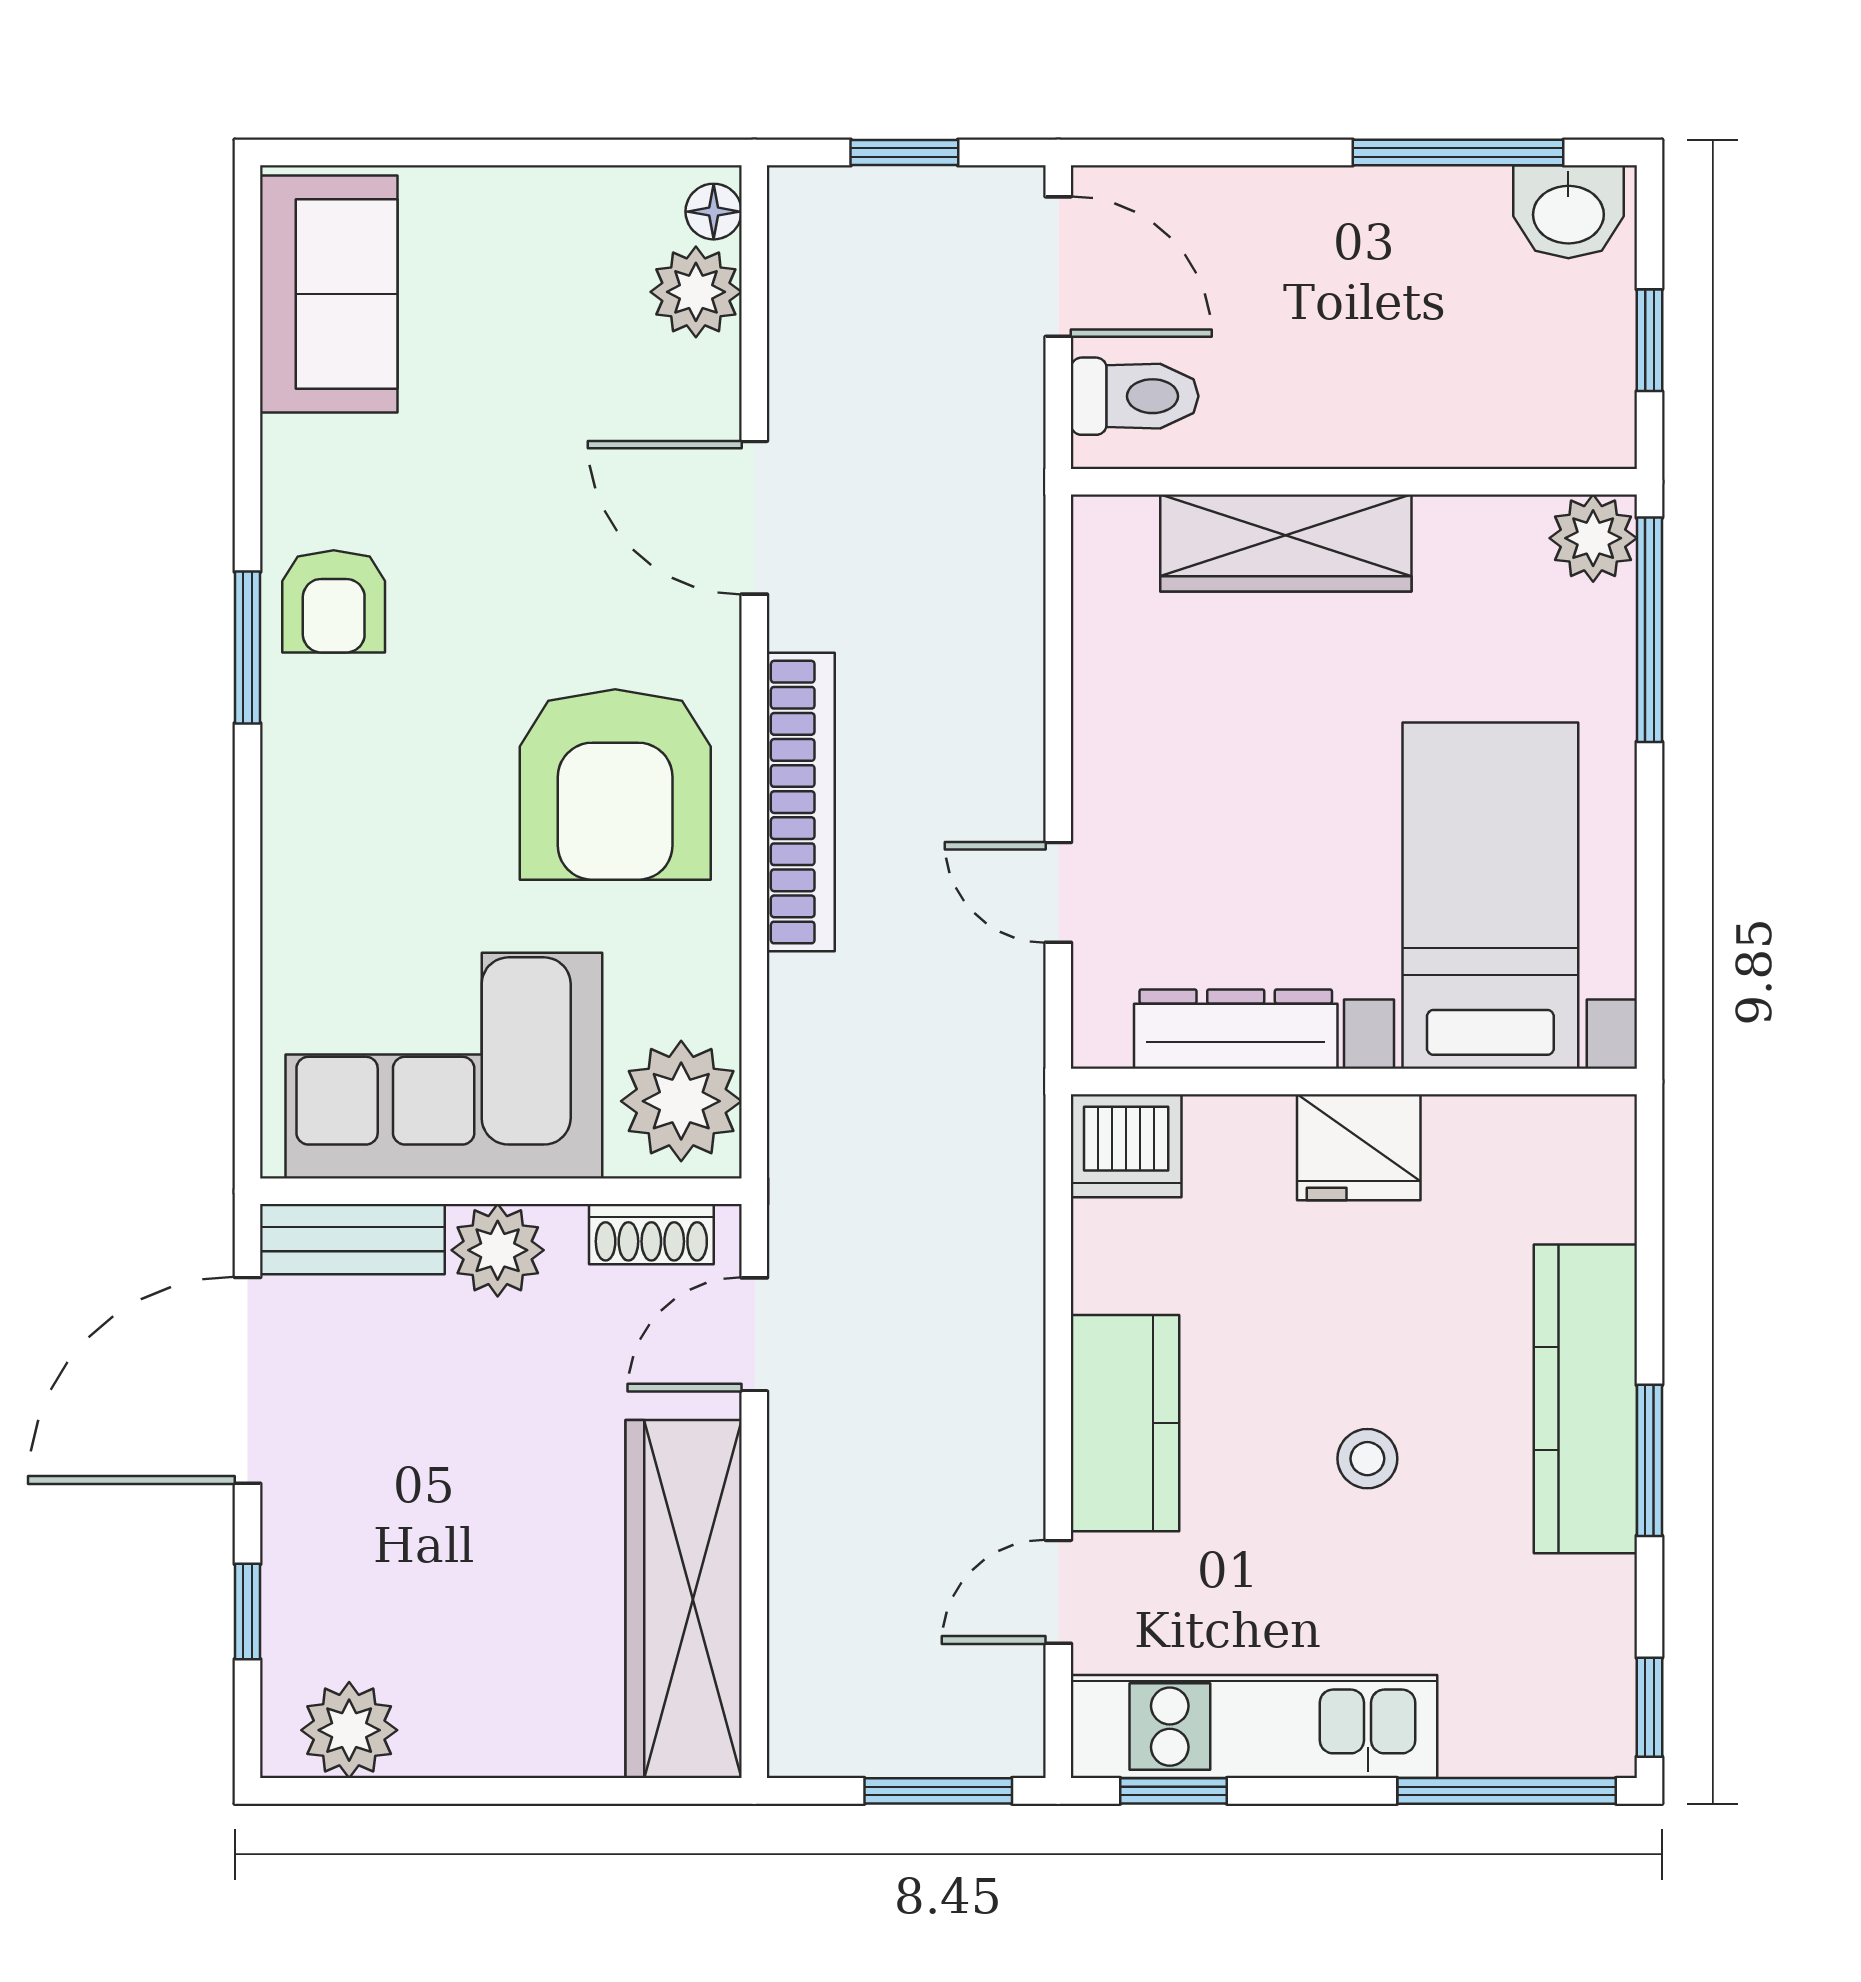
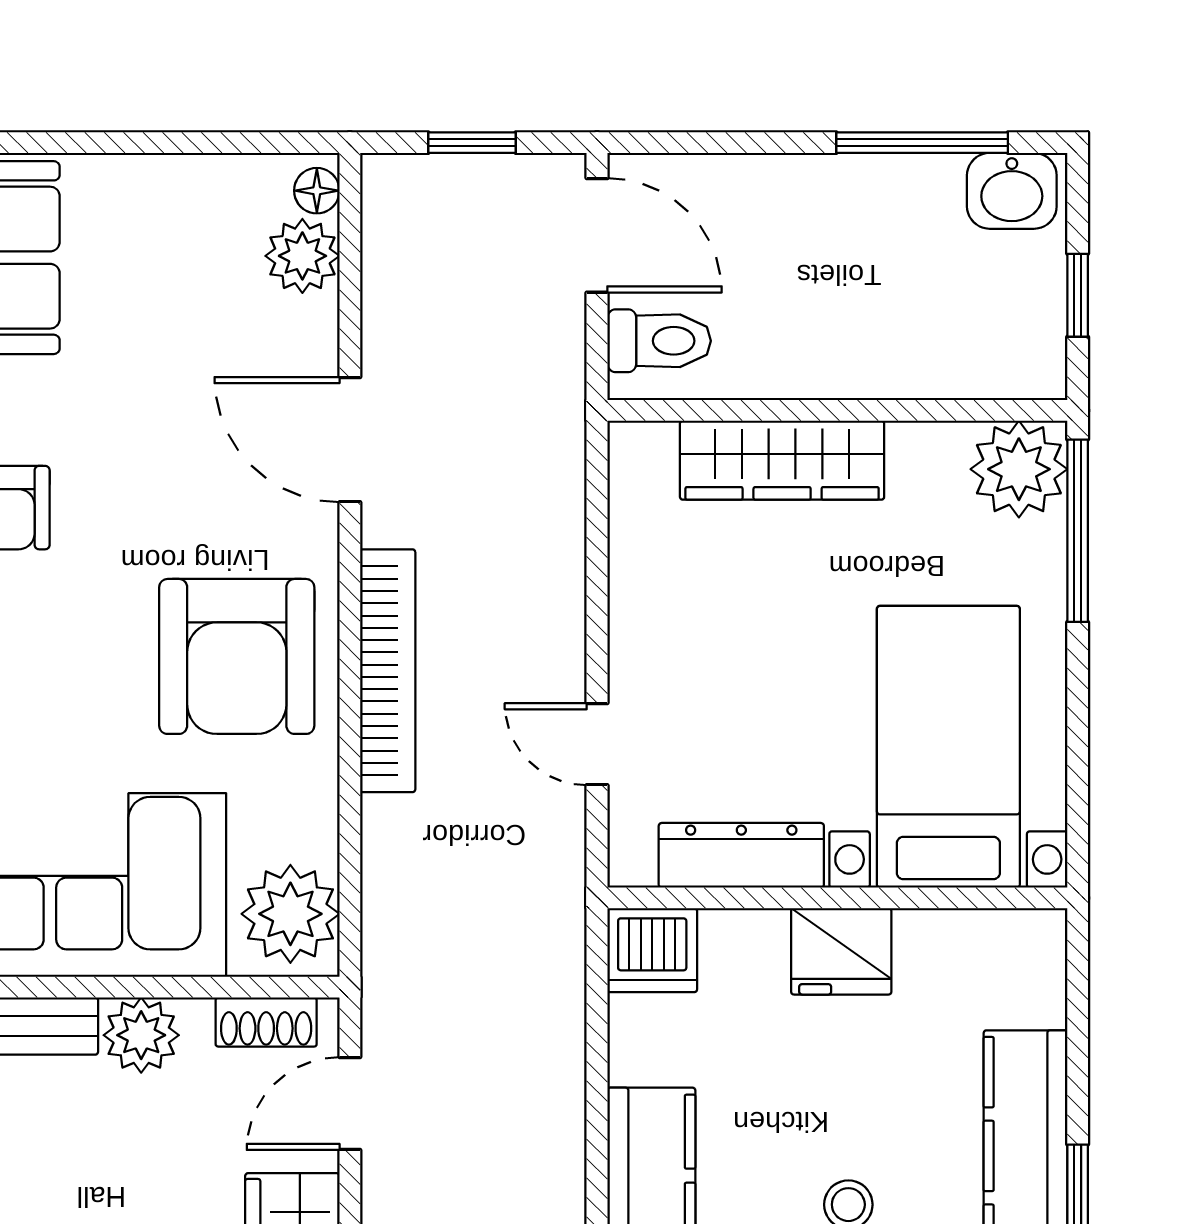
plant: (1593, 538) -> (1019, 469), width x1.36, depth x1.36

